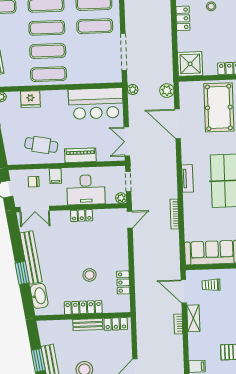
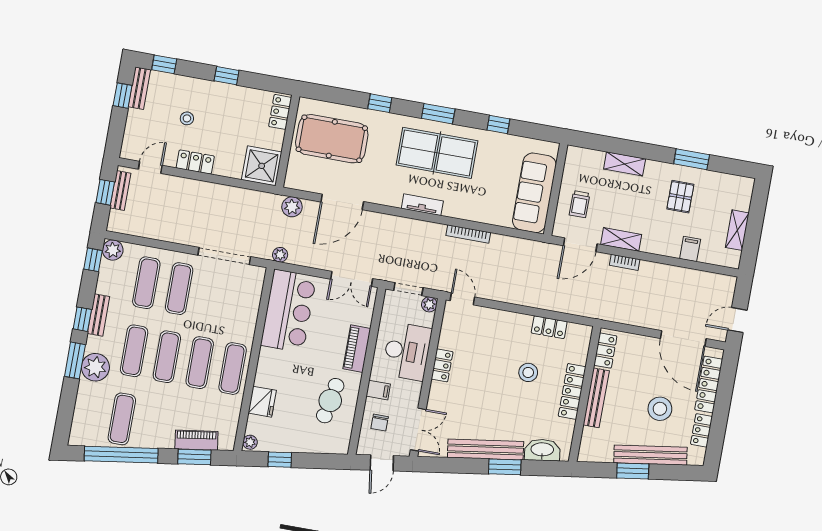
bench: (88, 324) -> (596, 398), width x1.36

